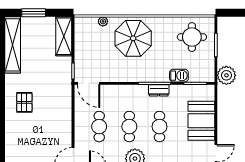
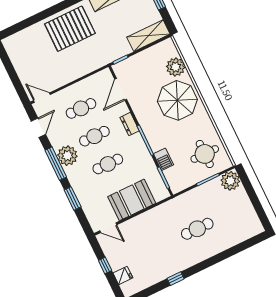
plant: (103, 21) -> (176, 67), width x1.88, depth x1.88
plant: (226, 75) -> (230, 181), moved
door: (89, 83) -> (121, 89), moved
dresser: (159, 90) -> (130, 124), moved
pallet: (24, 102) -> (70, 29), width x2.05, depth x2.00

